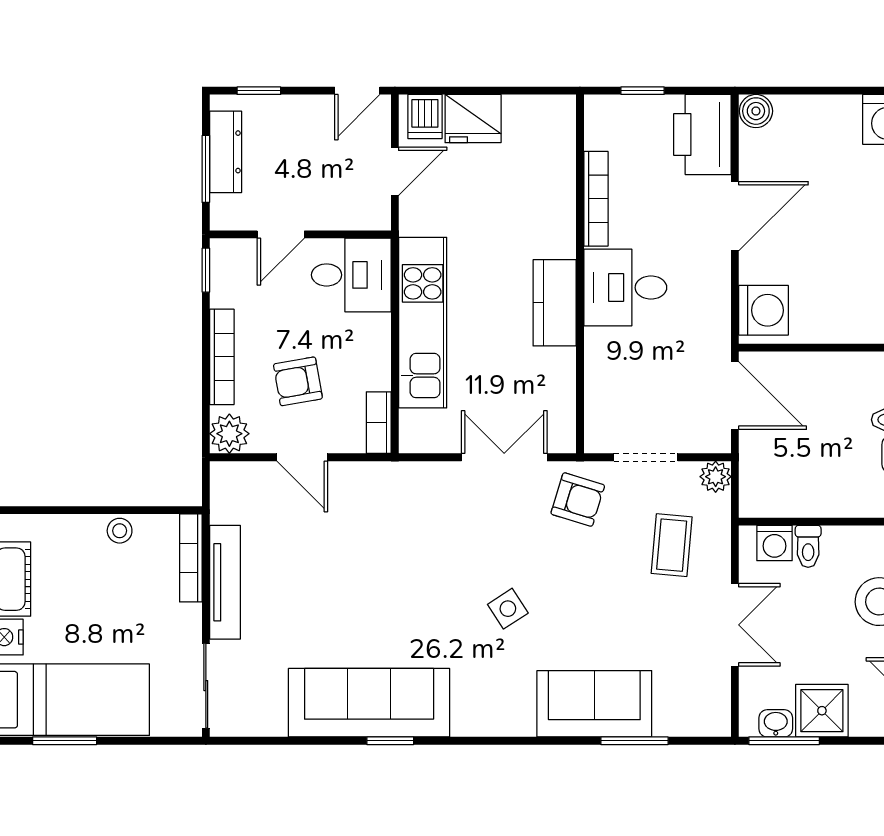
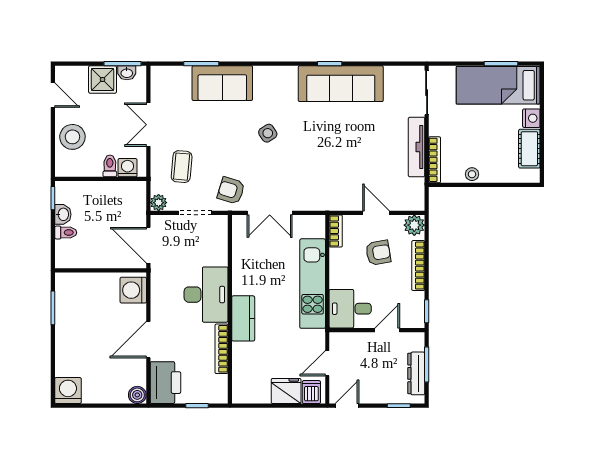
desk: (625, 288) -> (206, 295), width x1.37
kitchen counter: (555, 303) -> (243, 318), moved

